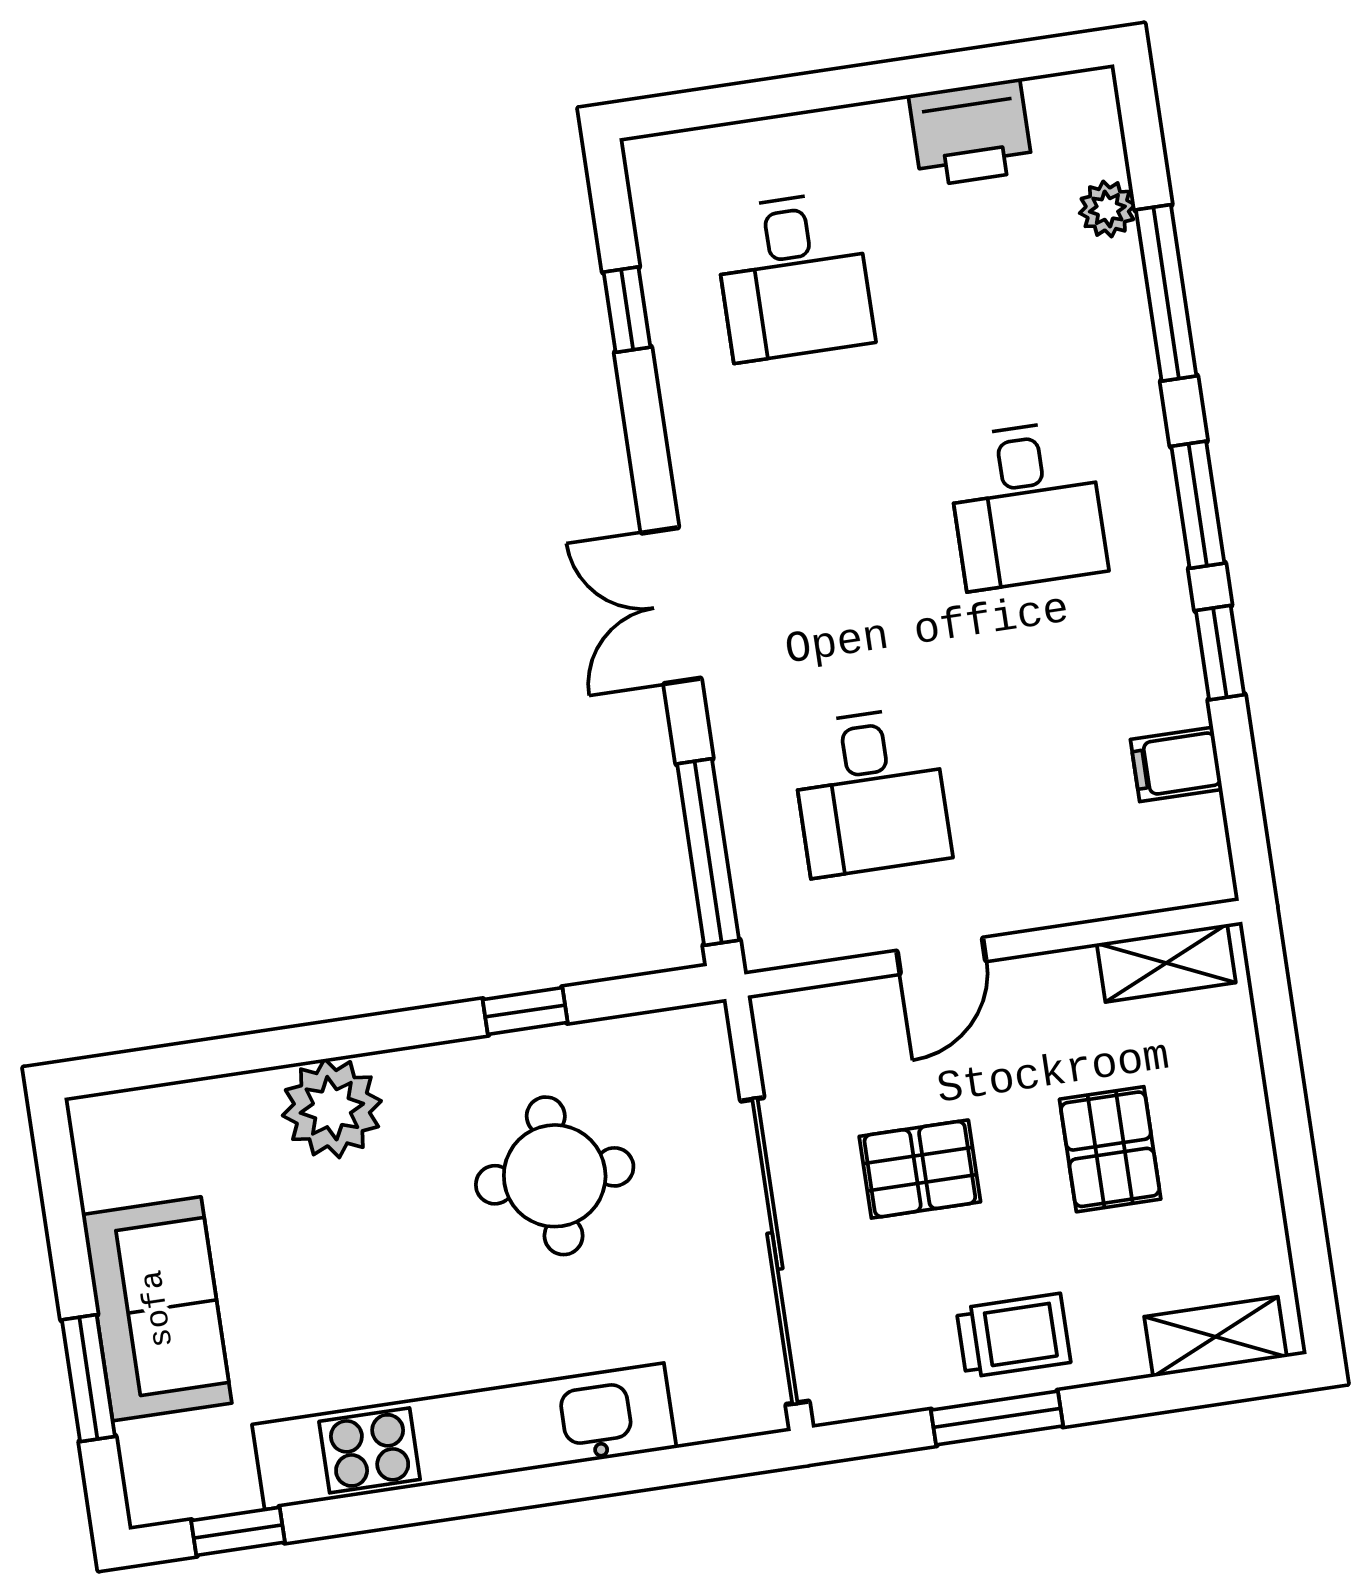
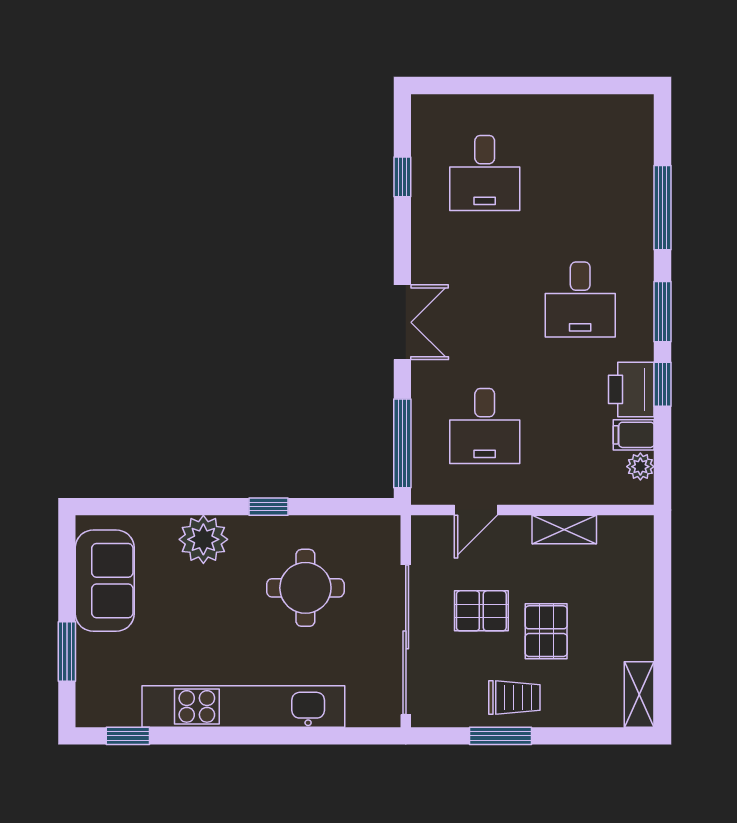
printer: (971, 133) -> (631, 389), moved, turned 90
plant: (1107, 209) -> (640, 467), moved
double door: (671, 606) -> (402, 322), swing flipped
door: (941, 956) -> (476, 510), moved
shelving: (1166, 963) -> (564, 530), moved
window: (525, 1011) -> (268, 507), moved
pallet: (1110, 1149) -> (546, 631), moved
sofa: (157, 1309) -> (105, 581), moved
shelving: (1215, 1337) -> (639, 694), moved, turned 90

